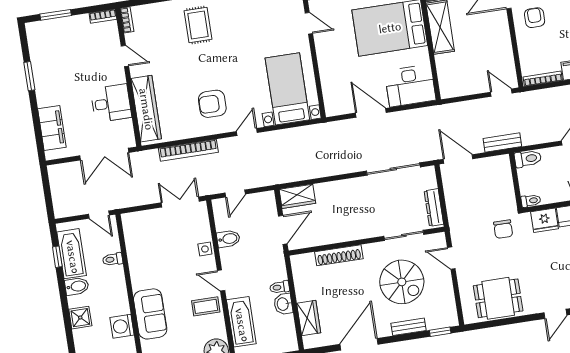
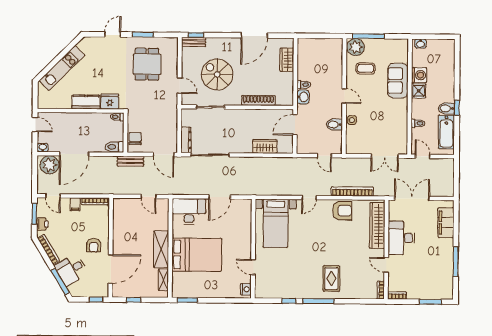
window: (29, 76) -> (456, 262), width x1.44
door: (501, 93) -> (149, 196), moved
desk: (111, 103) -> (401, 238), width x1.37
armchair: (212, 104) -> (342, 211), moved
door: (371, 113) -> (220, 197), hinge flipped
door: (235, 194) -> (324, 156), swing flipped
wardrobe: (297, 196) -> (265, 146), moved
double door: (180, 202) -> (385, 156), moved
dresser: (434, 207) -> (186, 140), moved
chair: (503, 229) -> (135, 139), moved
window: (57, 257) -> (457, 108), moved
dining table: (498, 298) -> (147, 64), moved, turned 90
washbasin: (283, 304) -> (303, 97), moved
coffee table: (206, 306) -> (365, 68), moved
shower: (80, 318) -> (419, 91), moved
window: (514, 320) -> (143, 35), added
bathtub: (241, 322) -> (335, 65), removed
bench: (409, 327) -> (194, 42), moved

